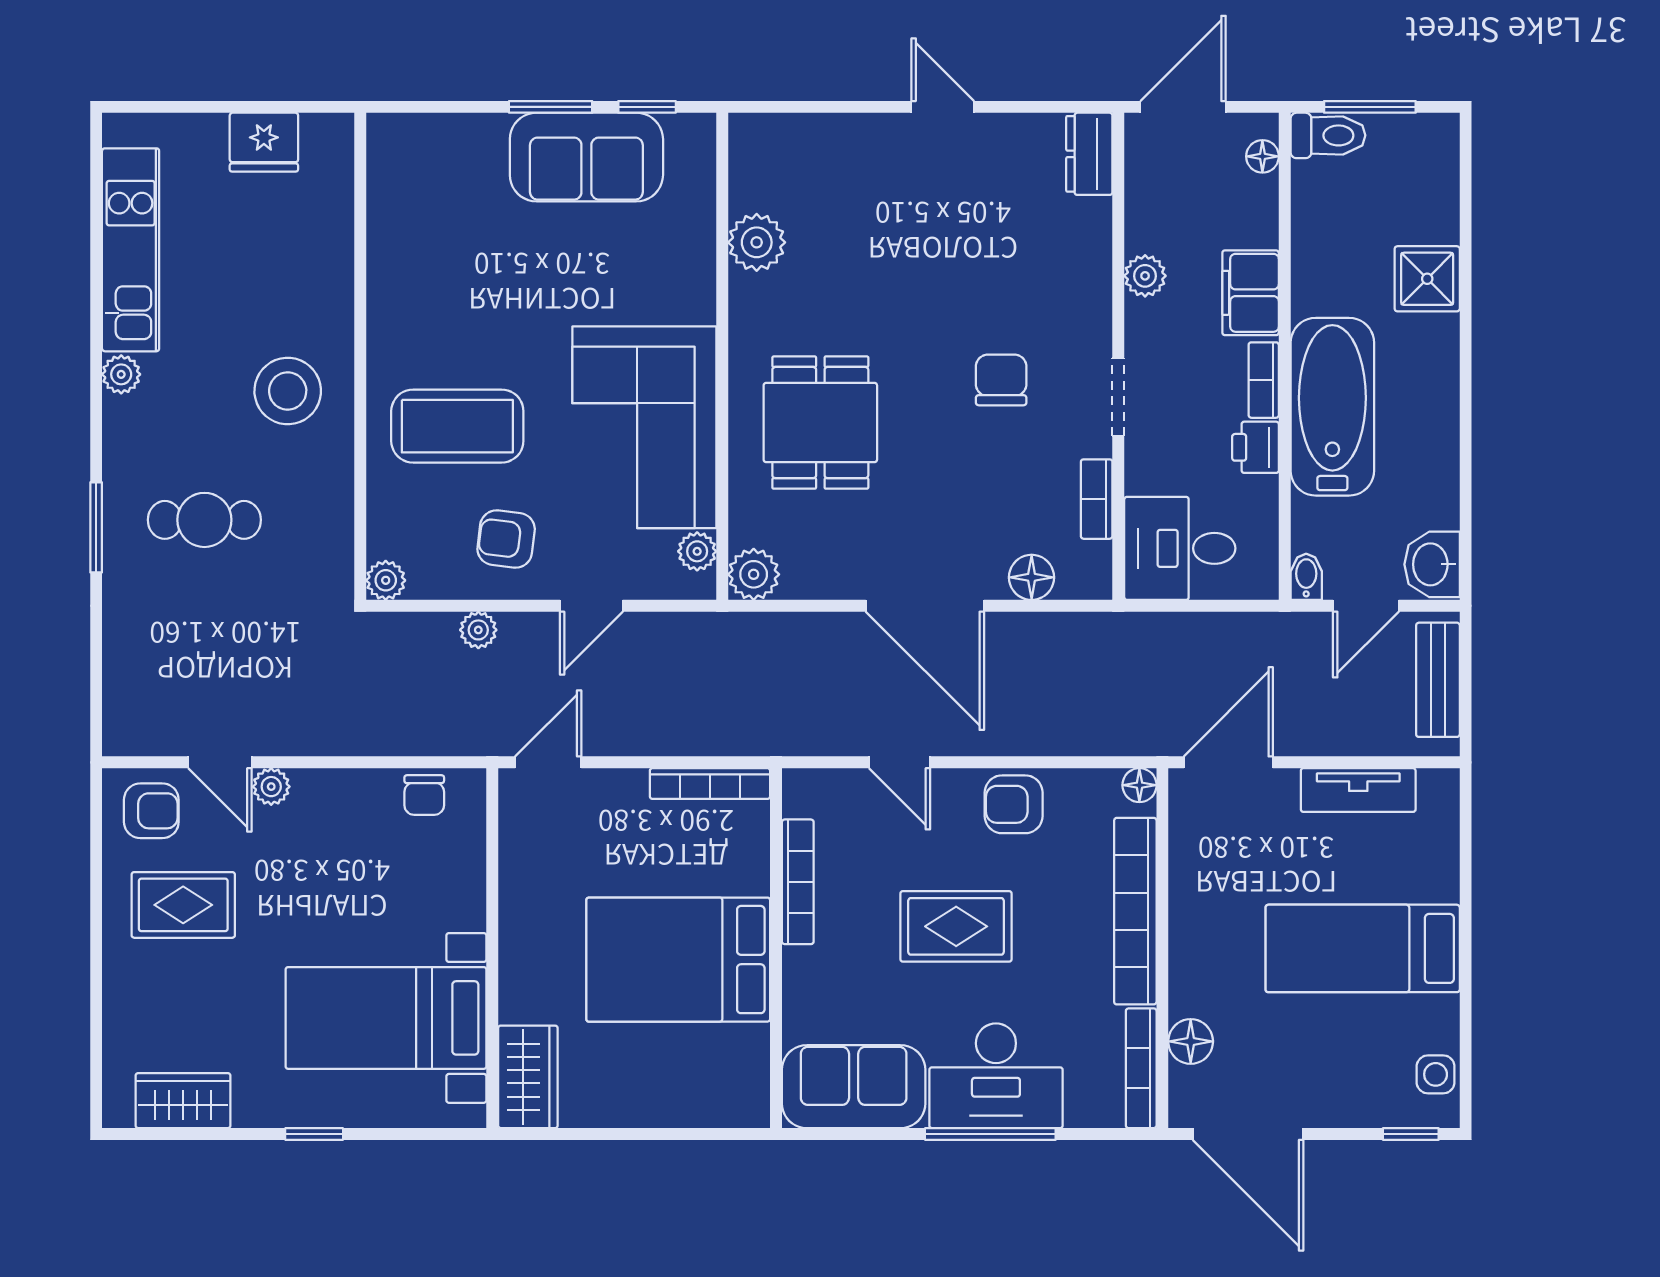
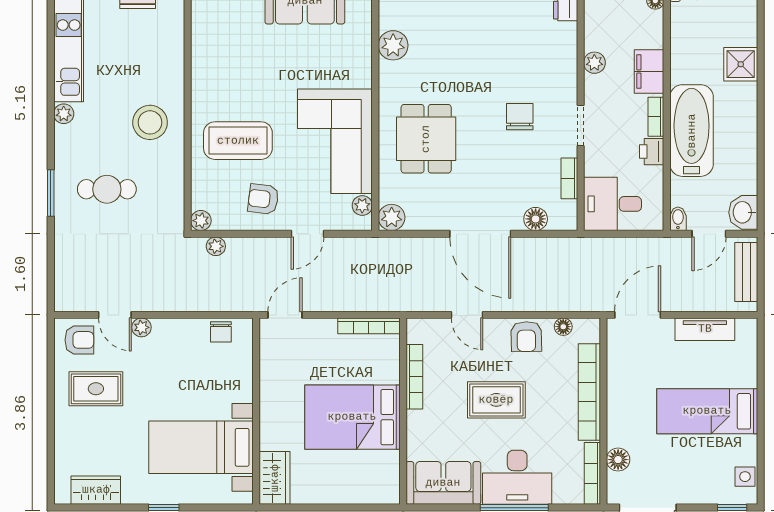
plant: (478, 630) -> (216, 246), moved
floor lamp: (1139, 785) -> (563, 327), moved
armchair: (1014, 804) -> (526, 337), turned -91

